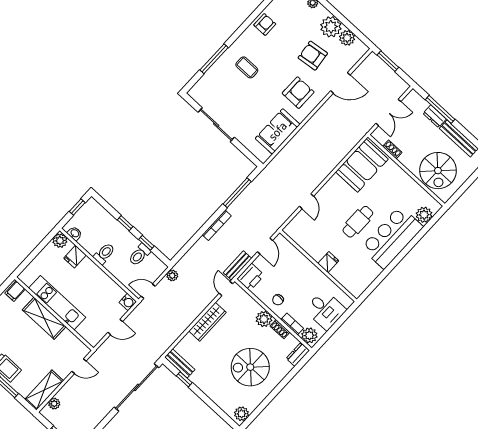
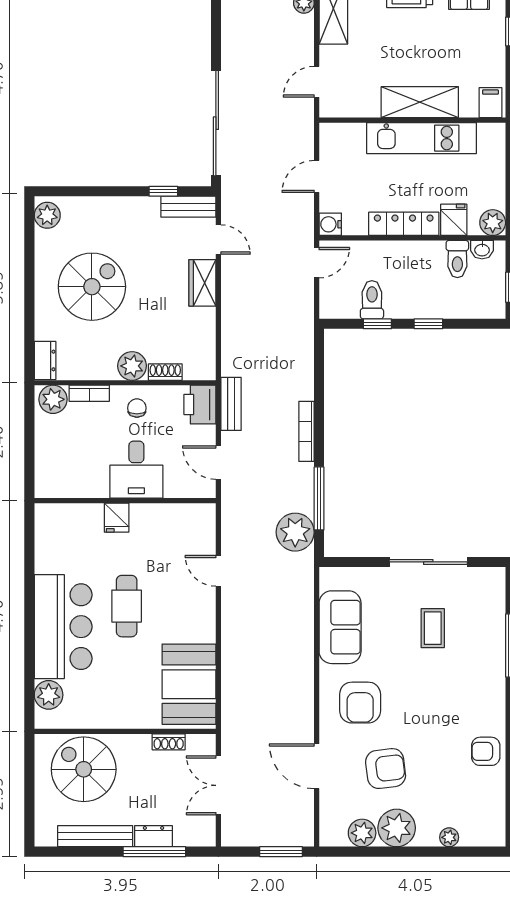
armchair: (265, 24) -> (486, 751), turned 90
coffee table: (247, 67) -> (433, 628), moved, turned 90
door: (340, 83) -> (317, 766), hinge flipped
toilet: (104, 254) -> (457, 259), moved
locker: (97, 274) -> (404, 224), added
plant: (172, 276) -> (295, 532), moved, width x1.87, depth x1.87
door: (226, 289) -> (218, 239), moved
desk: (325, 310) -> (136, 470), moved, turned -90
wardrobe: (207, 322) -> (202, 283), width x0.67
shoe rack: (280, 329) -> (165, 372), moved

